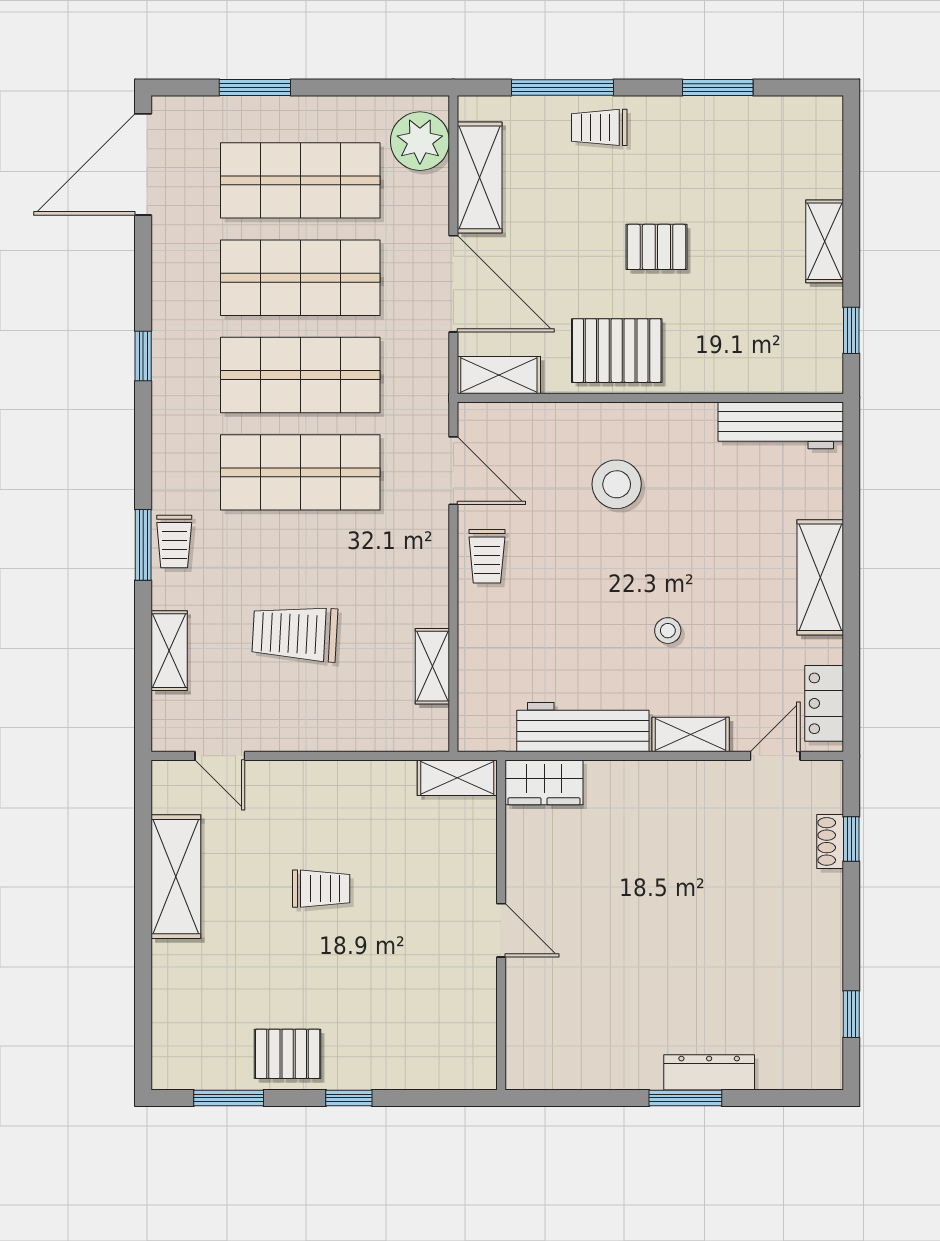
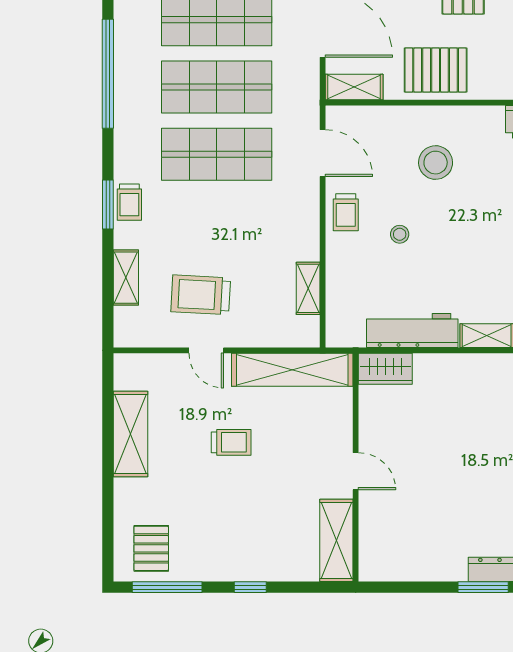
window: (143, 356) -> (108, 74), width x3.17
stool: (668, 631) -> (400, 234), moved
trolley: (295, 634) -> (201, 295), moved
door: (220, 756) -> (206, 350), moved
shelving: (457, 778) -> (292, 370), width x2.20, depth x1.33
shelving: (473, 1030) -> (336, 540), added
pallet: (288, 1054) -> (151, 548), moved, turned 90
window: (229, 1098) -> (167, 587), width x1.44

